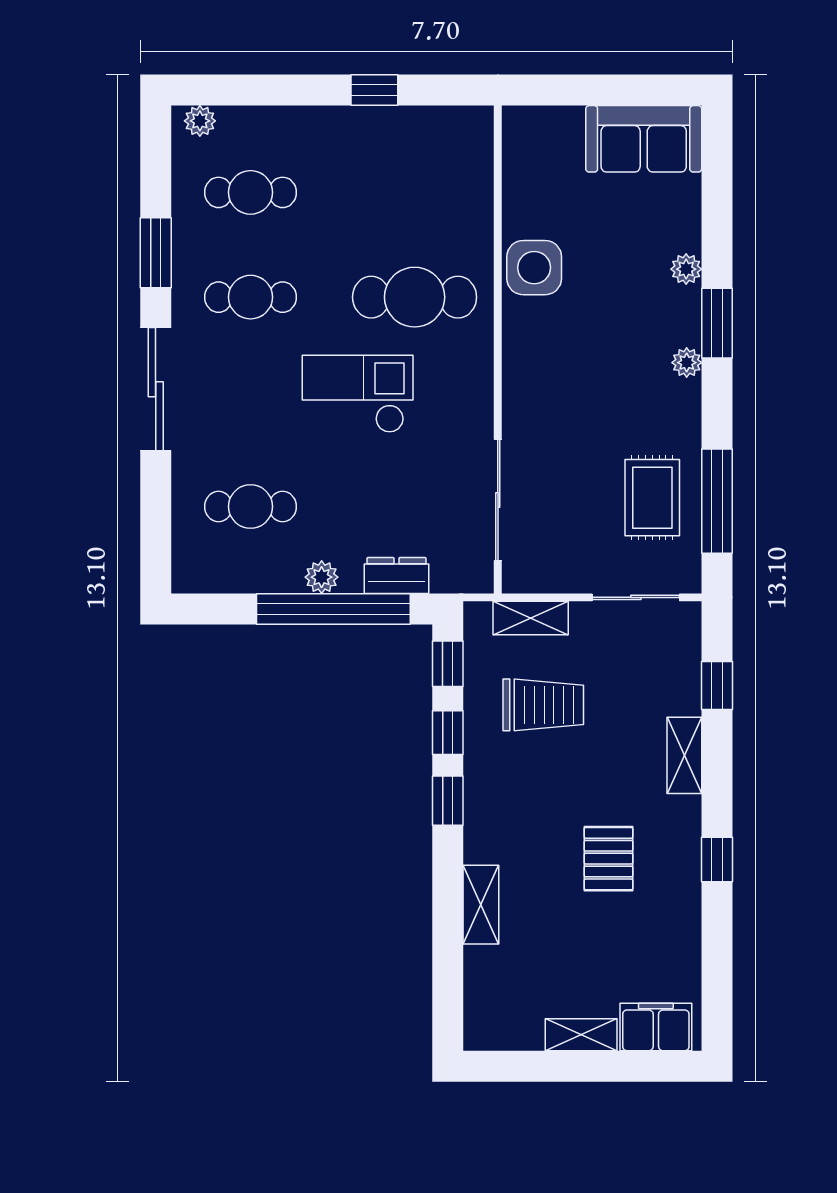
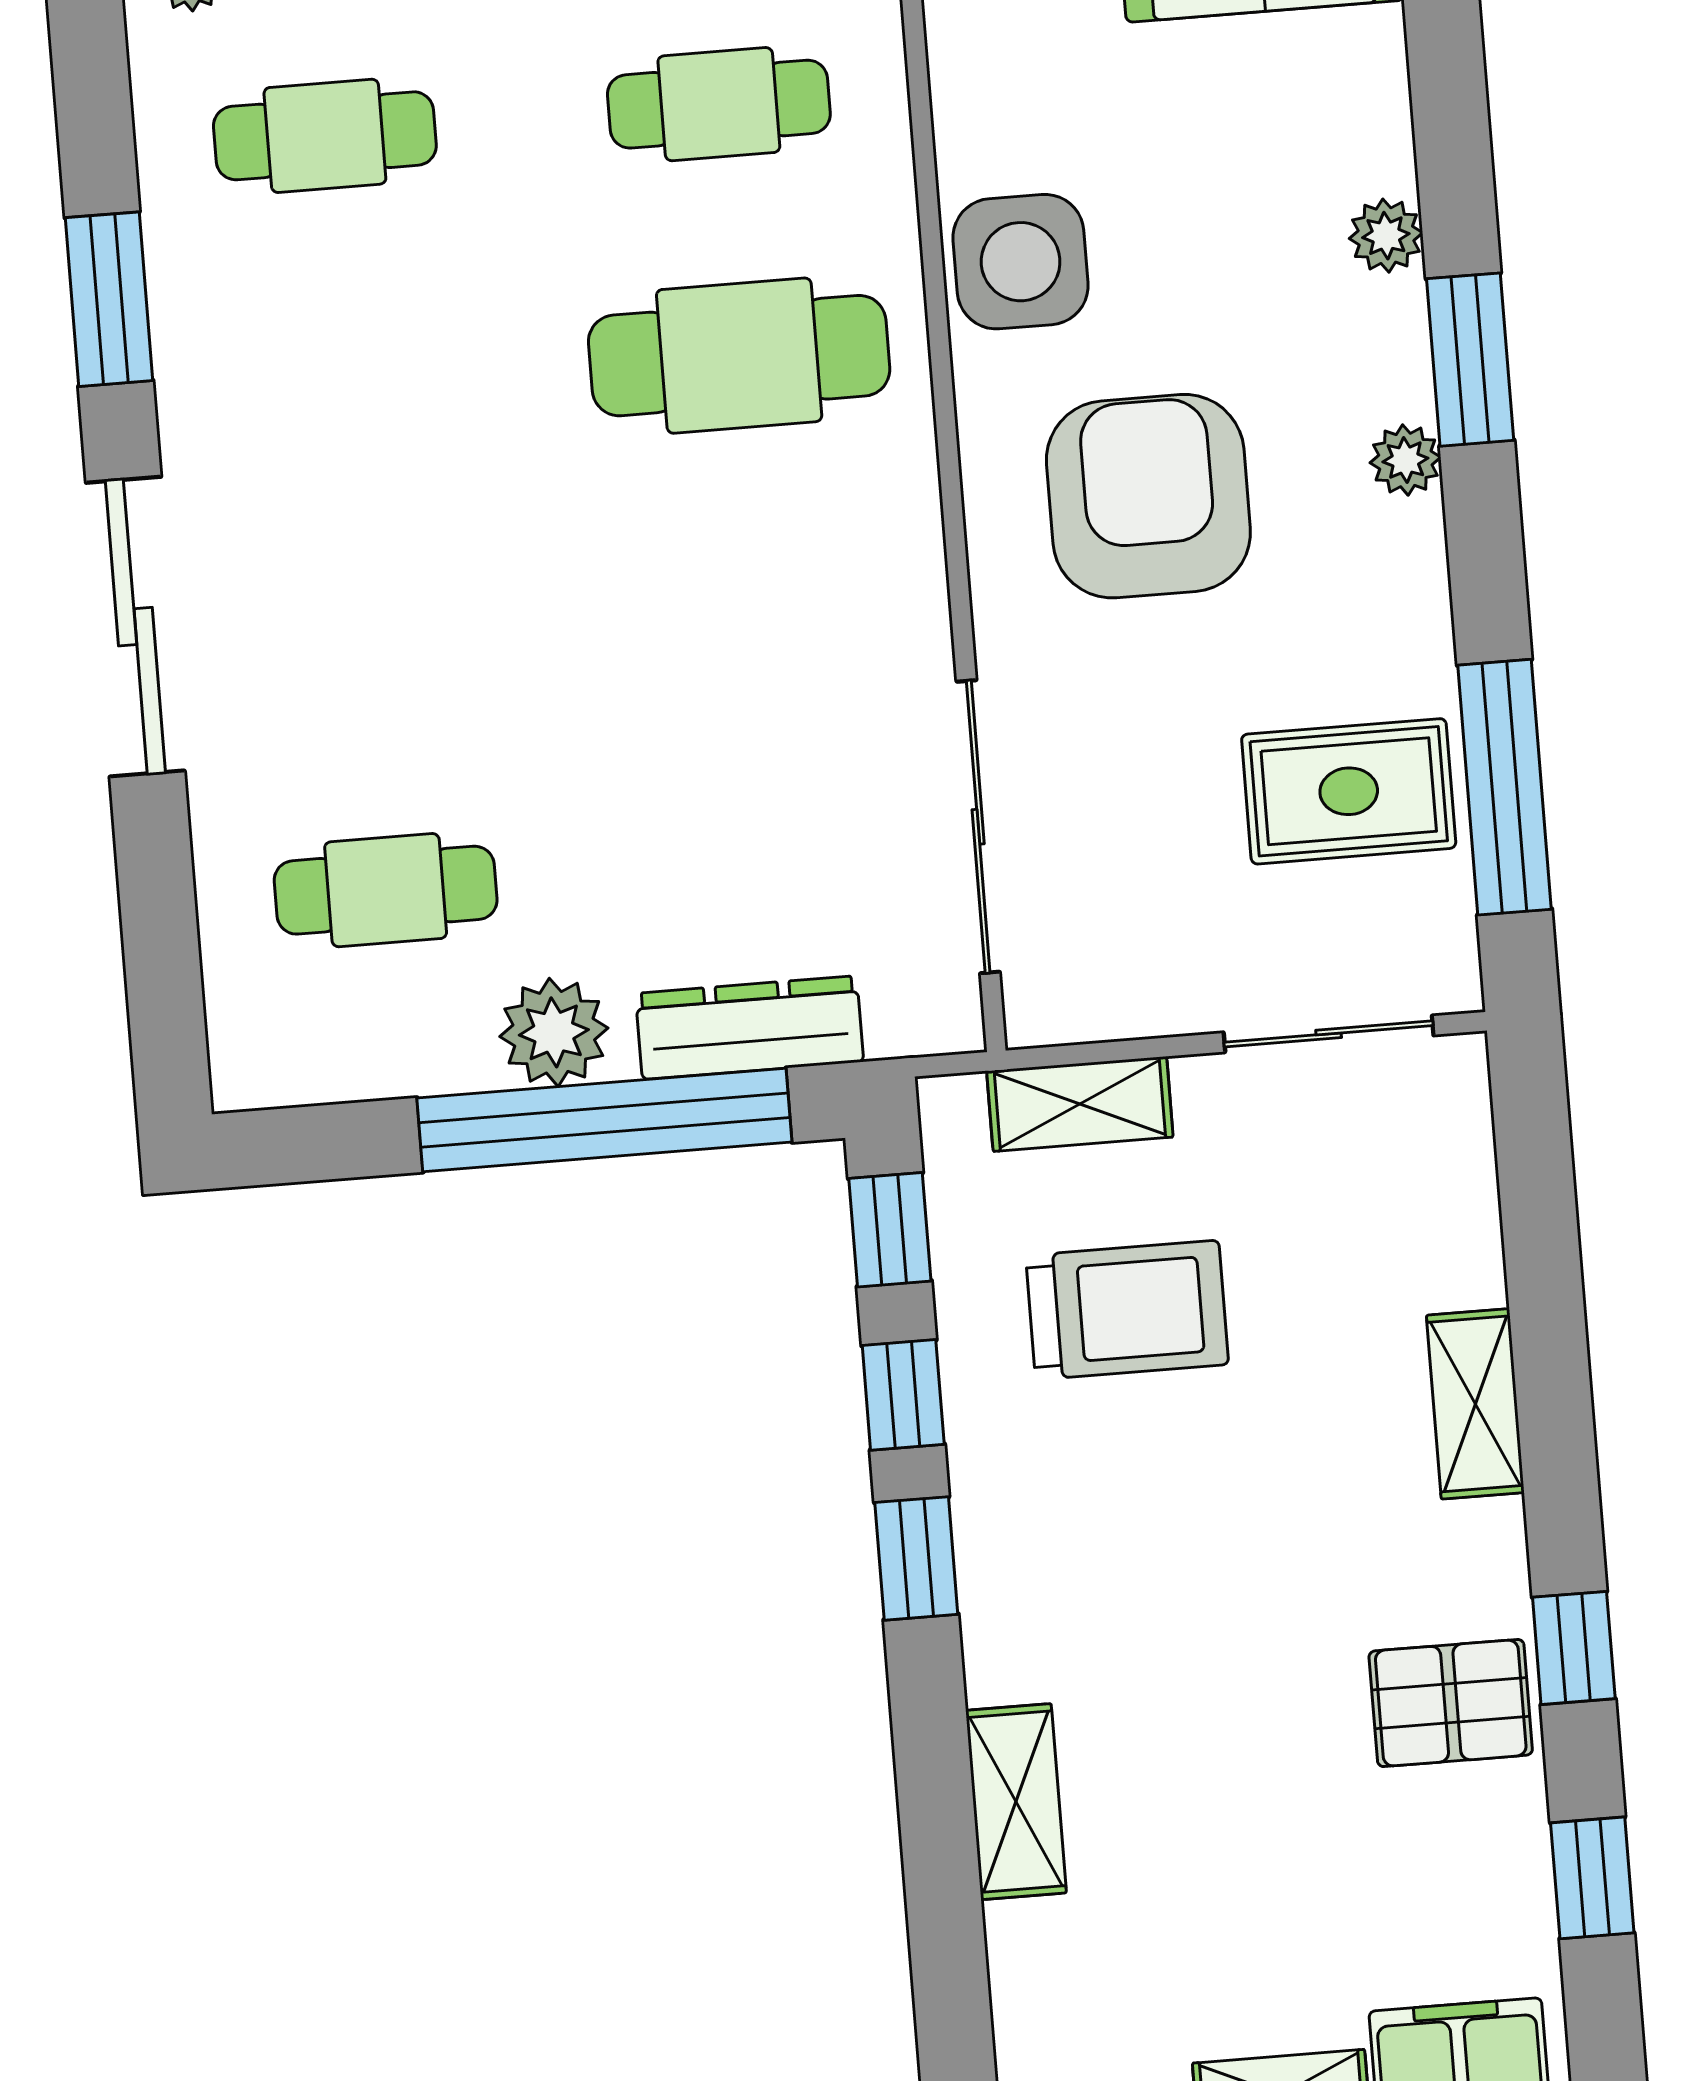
cafe table: (251, 297) -> (719, 104), moved
armchair: (579, 369) -> (1148, 496), added
checkout: (358, 394) -> (621, 599), removed
rug: (652, 498) -> (1349, 791), turned 90
dresser: (397, 575) -> (750, 1028), width x1.44
plant: (322, 577) -> (554, 1032), width x1.38, depth x1.38
window: (717, 685) -> (1592, 1878), moved
pallet: (608, 859) -> (1451, 1703), moved, turned 90

